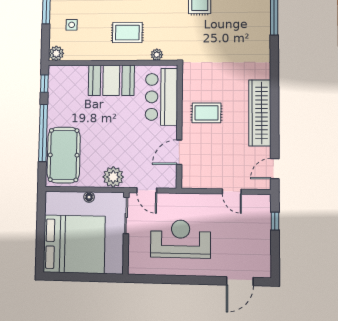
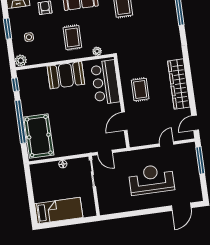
rug: (127, 33) -> (72, 37), turned 90
rug: (206, 113) -> (140, 90), turned 90
plant: (113, 177) -> (78, 147), removed
door: (232, 191) -> (167, 144), swing flipped
window: (275, 221) -> (200, 160), width x2.17
reception desk: (181, 239) -> (151, 179), moved
bed: (74, 244) -> (59, 211), width x0.49

